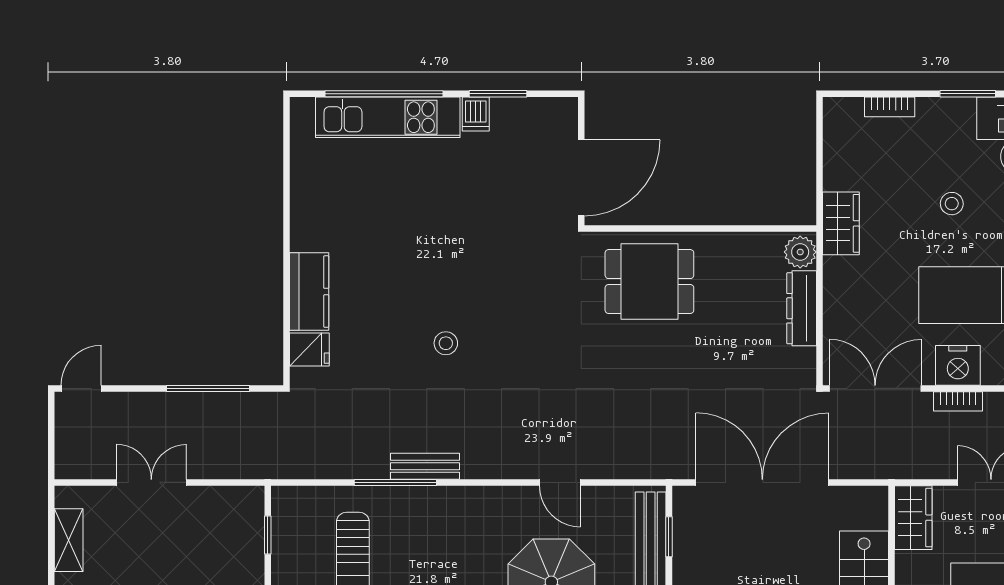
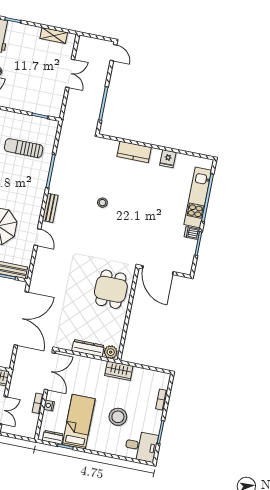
stool: (952, 204) -> (118, 417), width x1.89, depth x1.89
fridge: (309, 350) -> (168, 159), moved
nightstand: (958, 365) -> (49, 406), width x0.53, depth x0.56
bench: (425, 466) -> (50, 208), moved
door: (560, 482) -> (37, 237), swing flipped

